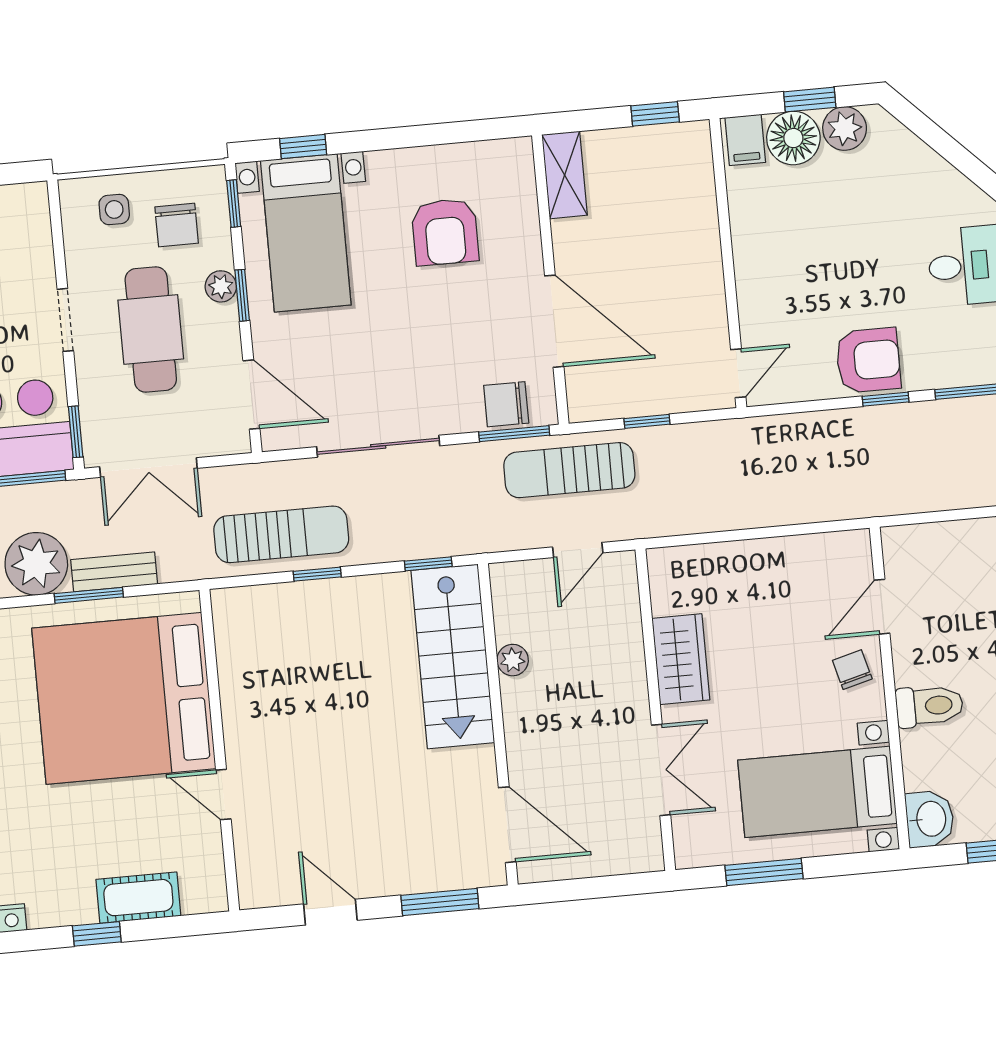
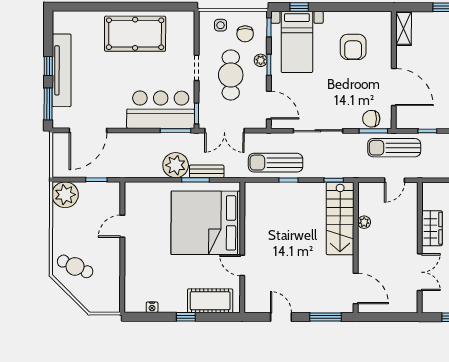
sun lounger: (281, 534) -> (276, 163), turned 180
cot: (138, 898) -> (210, 301), width x1.37, depth x1.34

